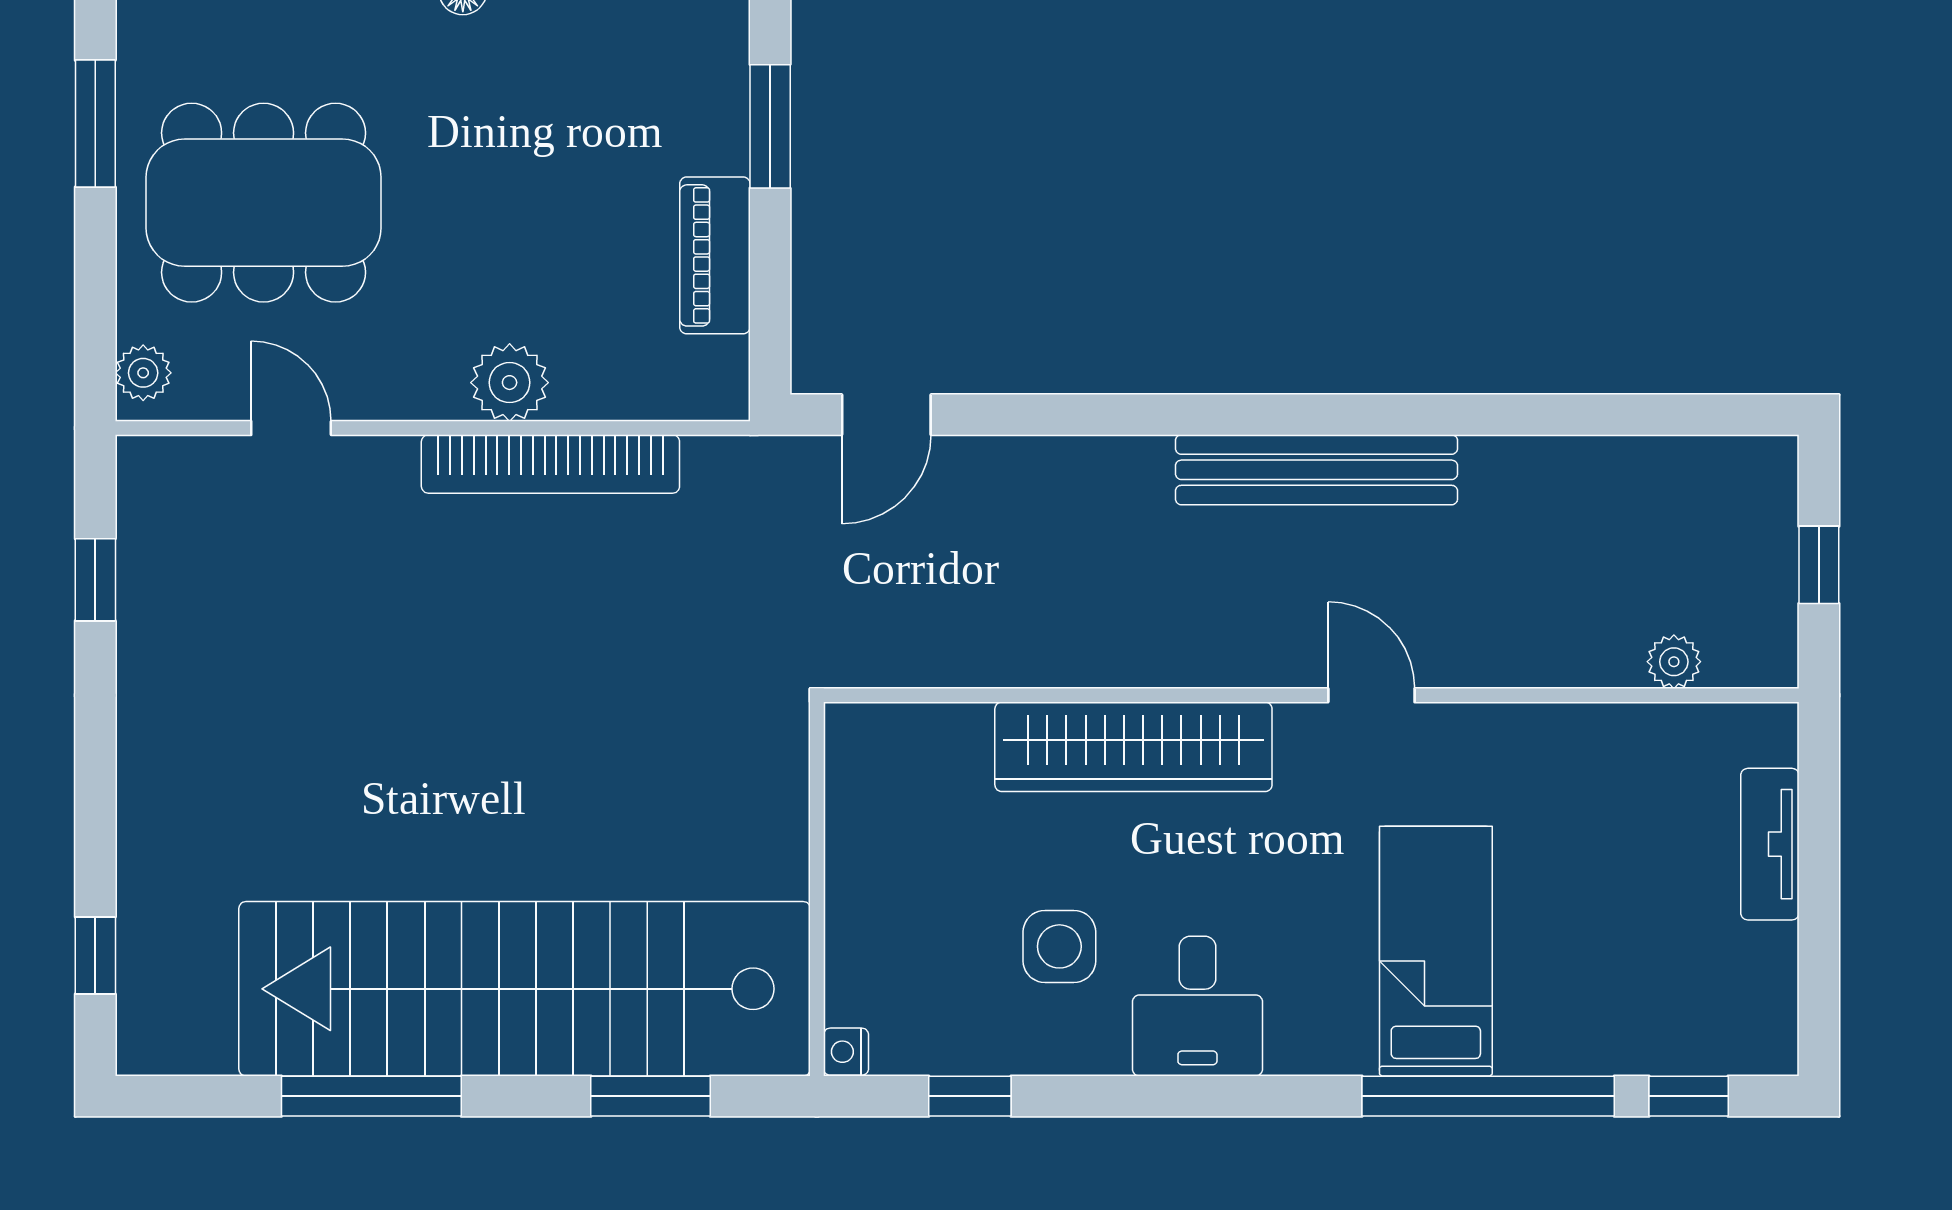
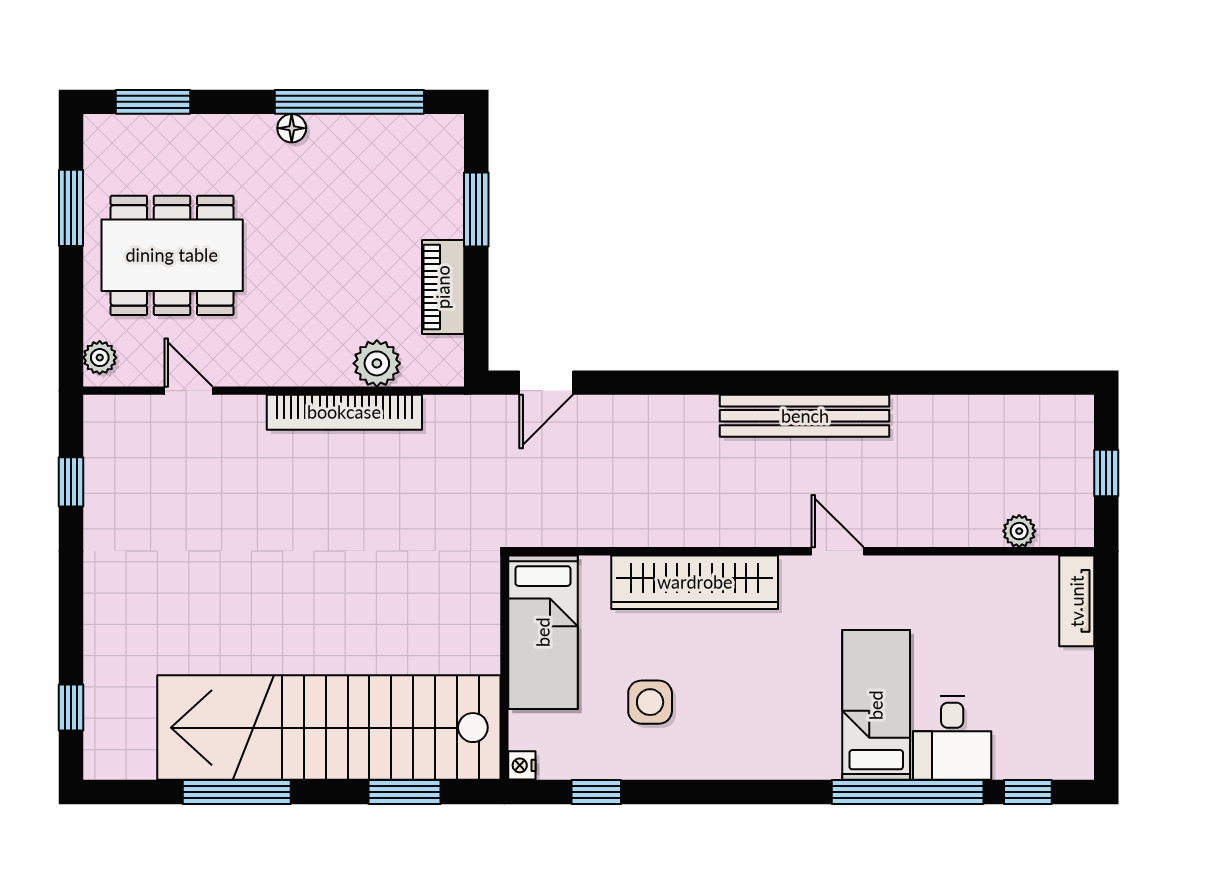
plant: (510, 383) -> (377, 363), moved
bed: (881, 830) -> (543, 632), added
tv unit: (1770, 844) -> (1077, 601), moved
desk: (1197, 1006) -> (952, 738), moved

